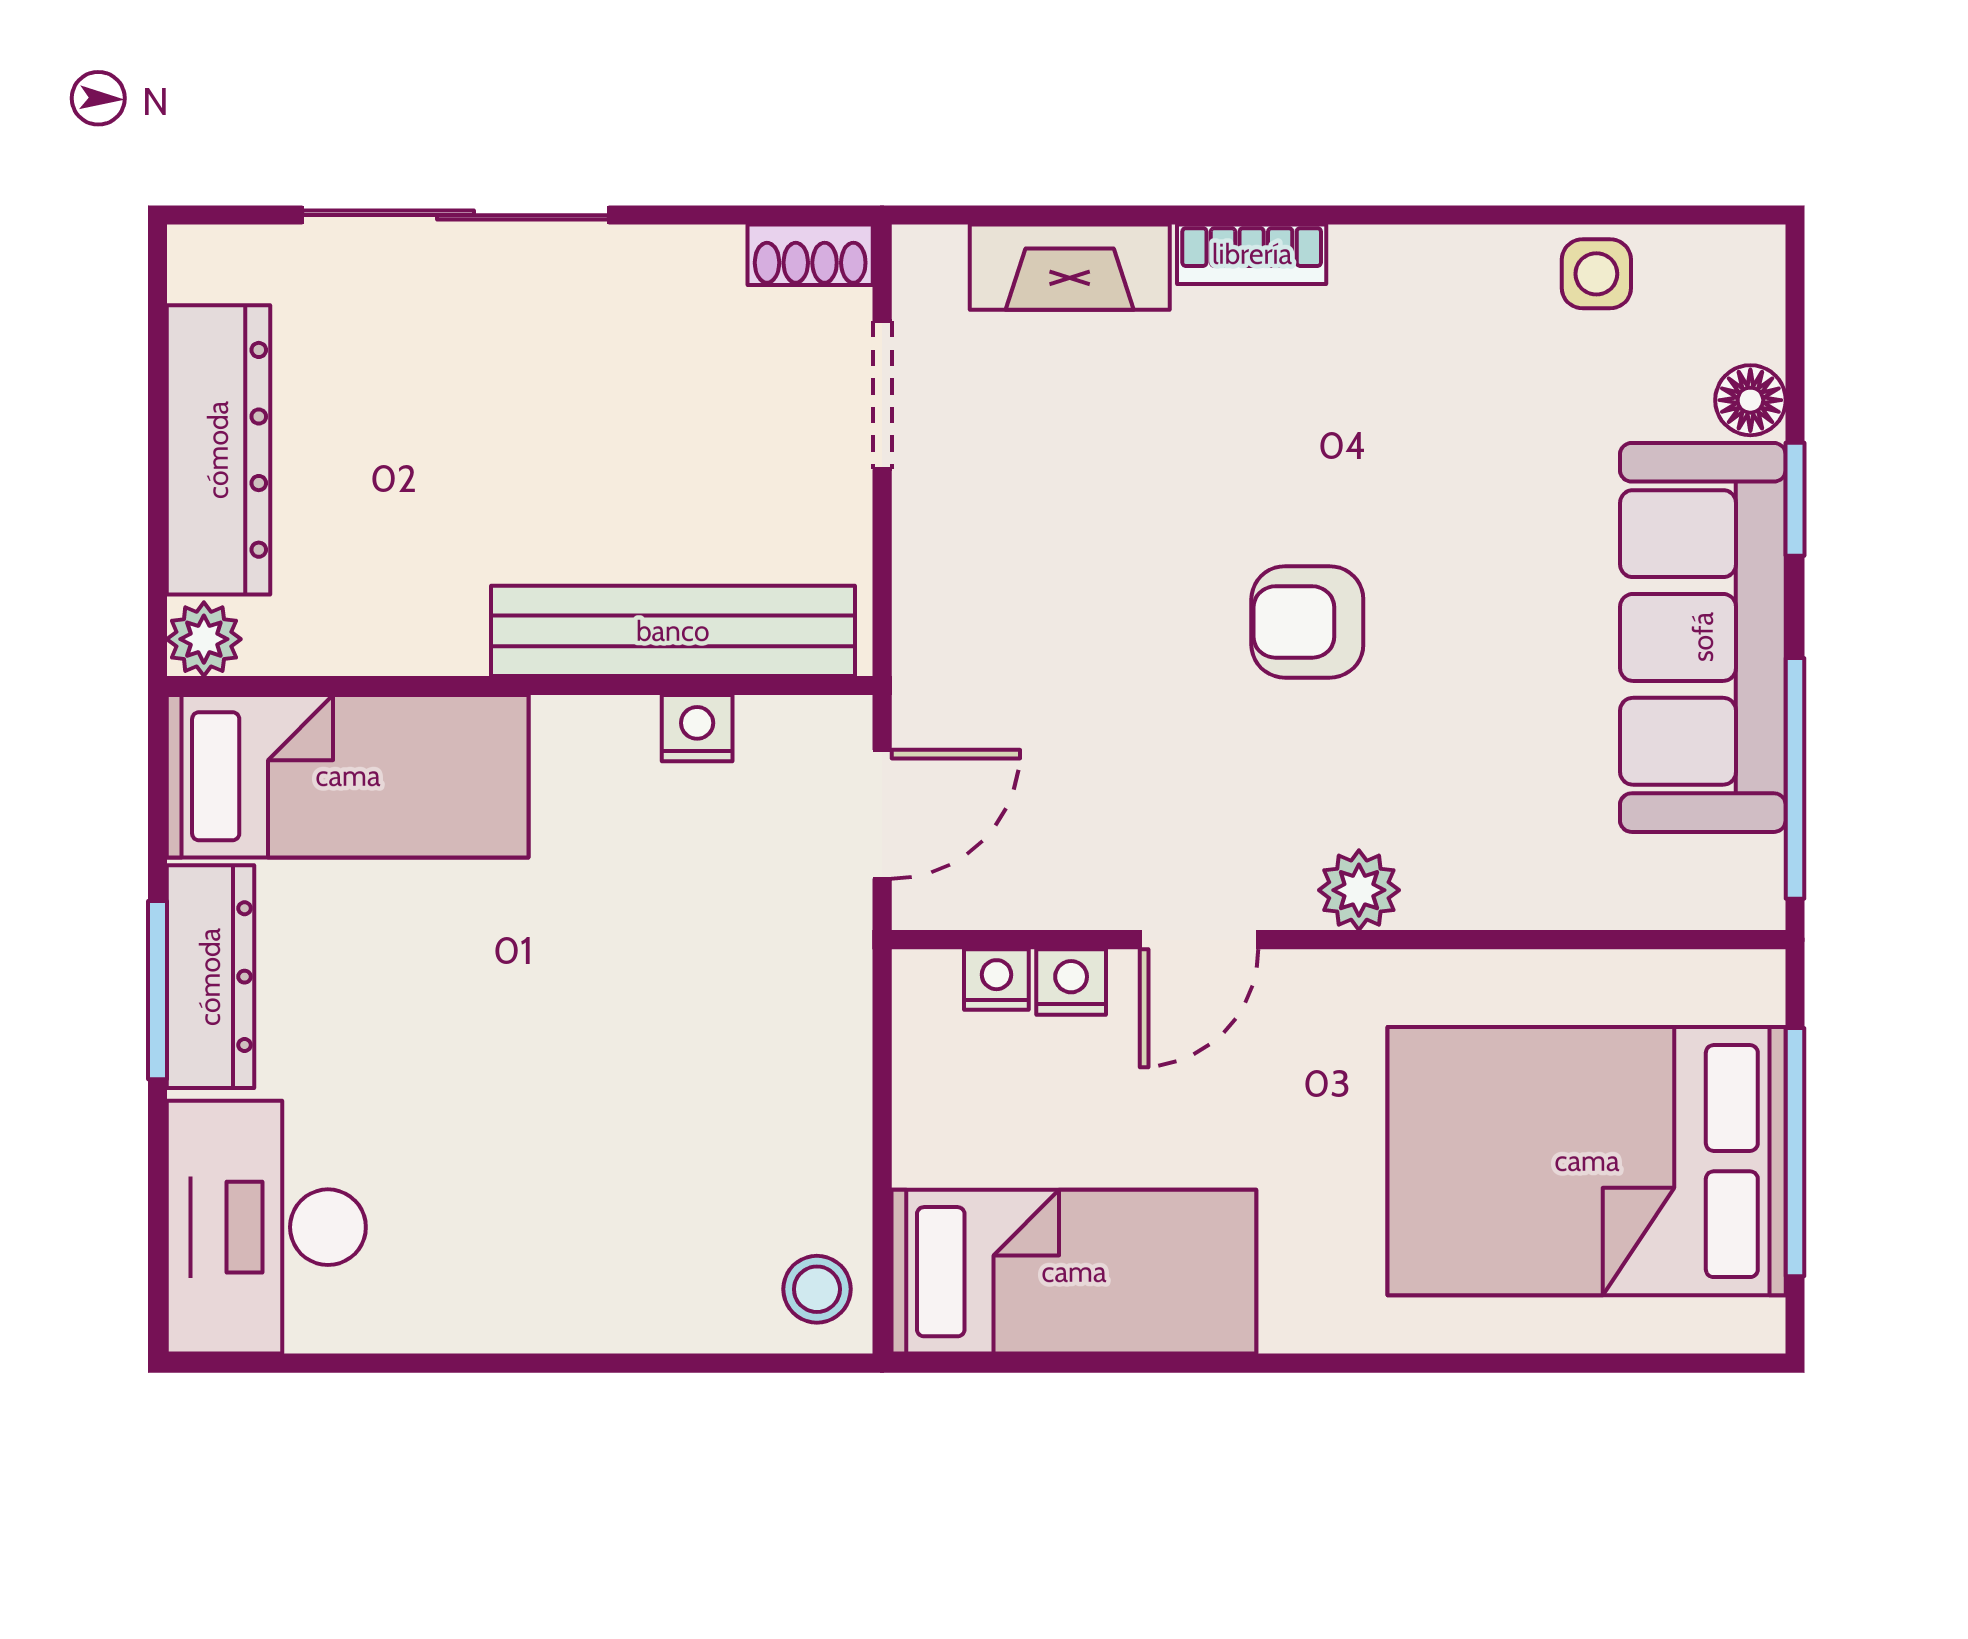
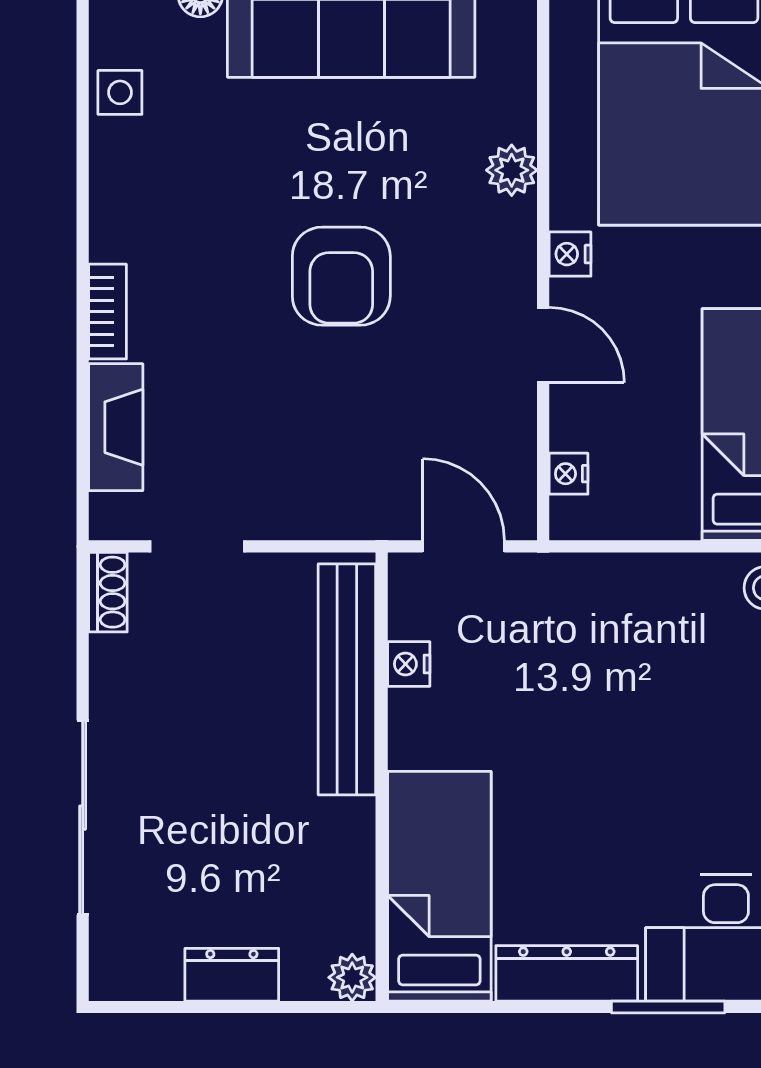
dresser: (218, 450) -> (232, 975), width x0.51, depth x0.80
armchair: (1307, 622) -> (341, 276), width x1.38, depth x1.38
plant: (1359, 890) -> (512, 170), moved
nightstand: (1071, 982) -> (570, 254), moved
window: (157, 990) -> (668, 1007), moved

